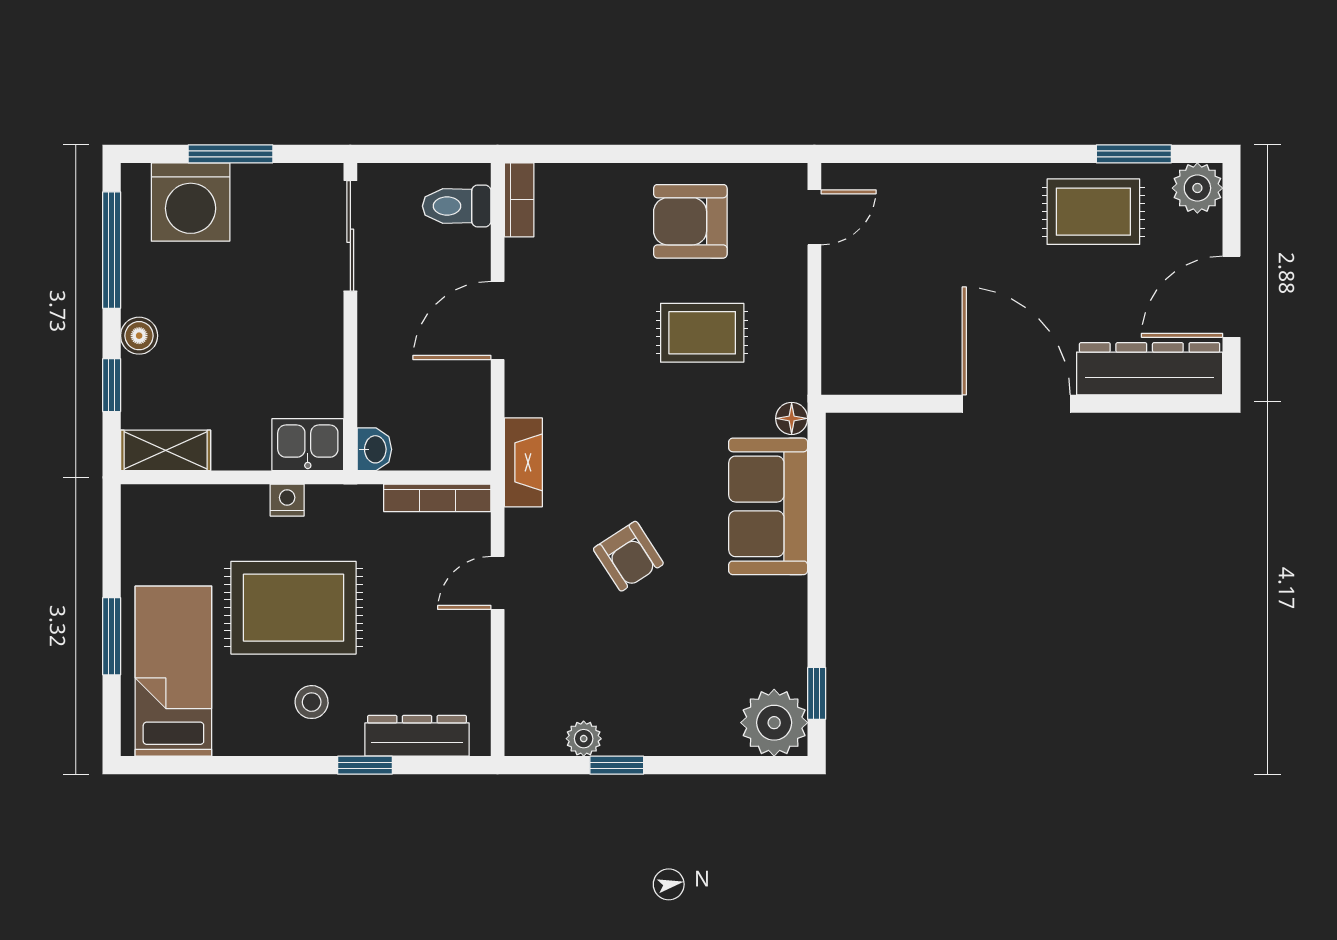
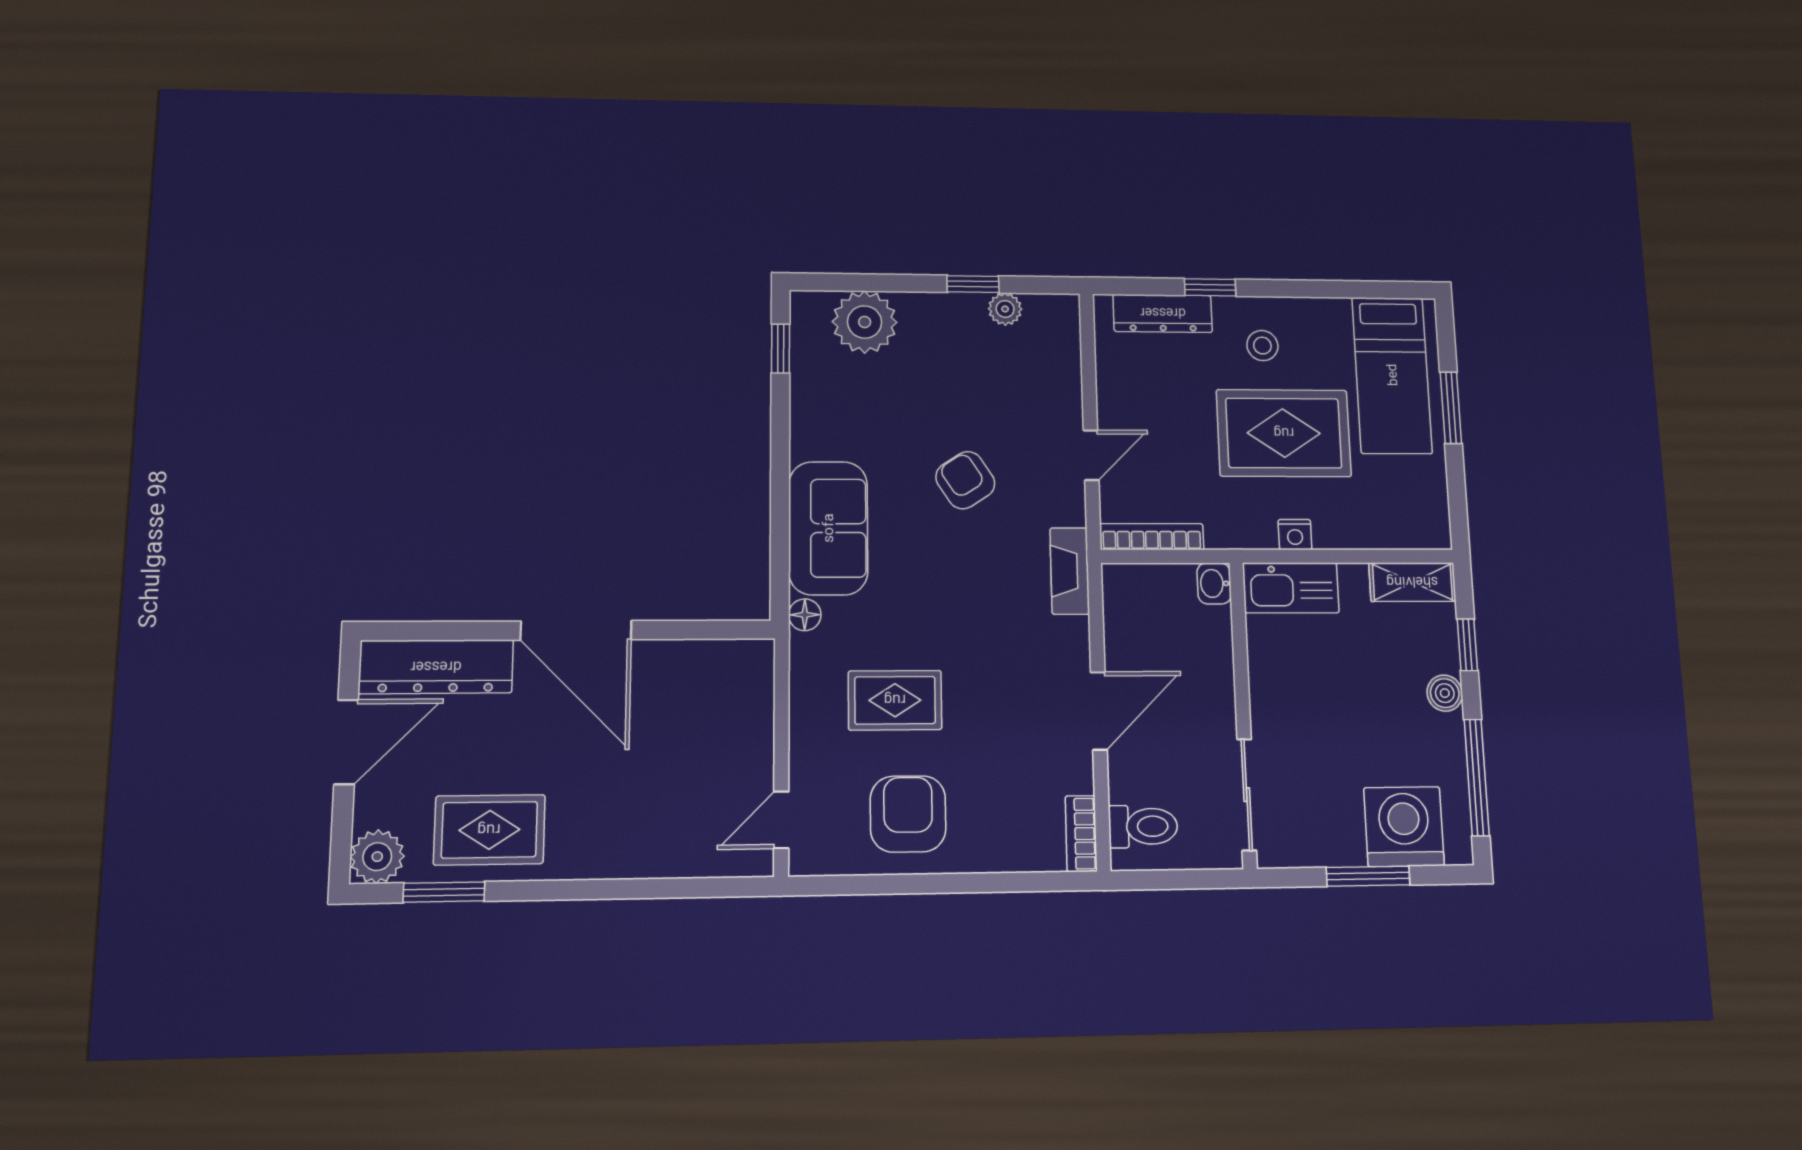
armchair: (690, 221) -> (908, 814), turned -90
kitchen sink: (308, 445) -> (1291, 588), width x1.38
plant: (774, 723) -> (865, 322), moved

